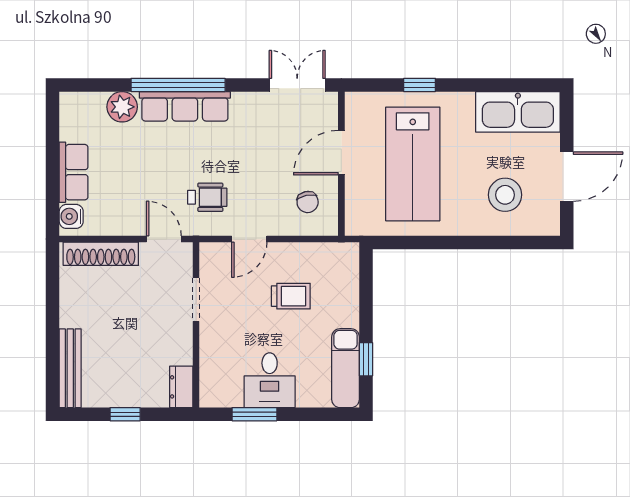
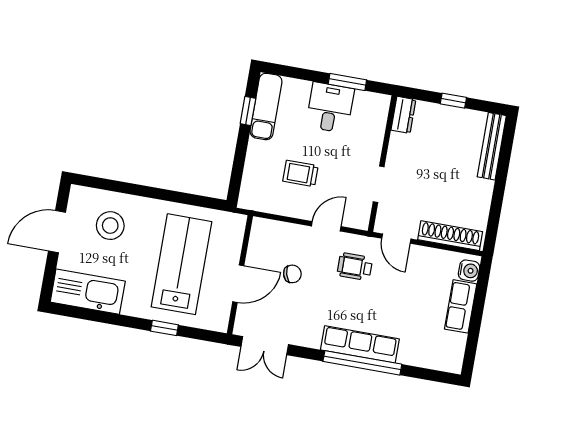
plant: (122, 107) -> (411, 353), removed
chair: (308, 202) -> (292, 274), moved, turned 87

